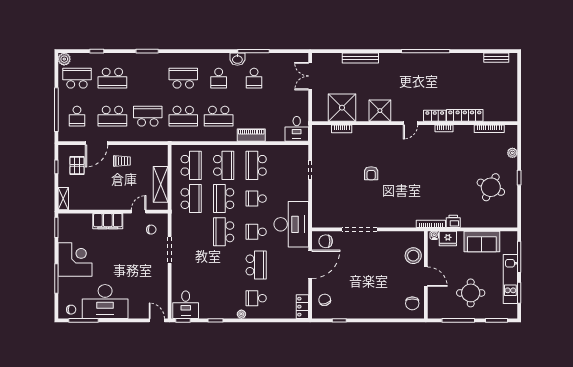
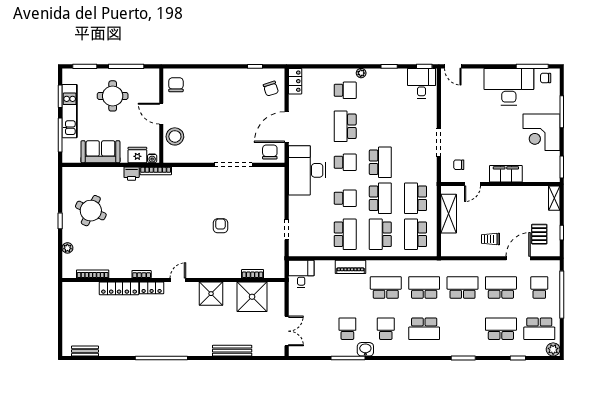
school desk: (148, 116) -> (463, 288), turned 180
chair: (326, 241) -> (270, 152), turned -90

